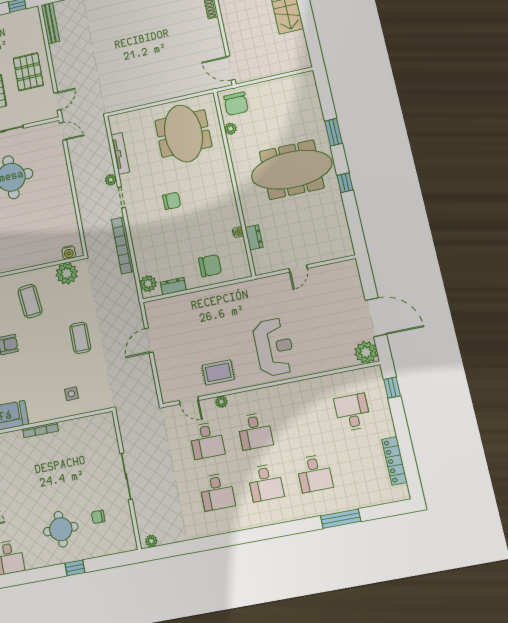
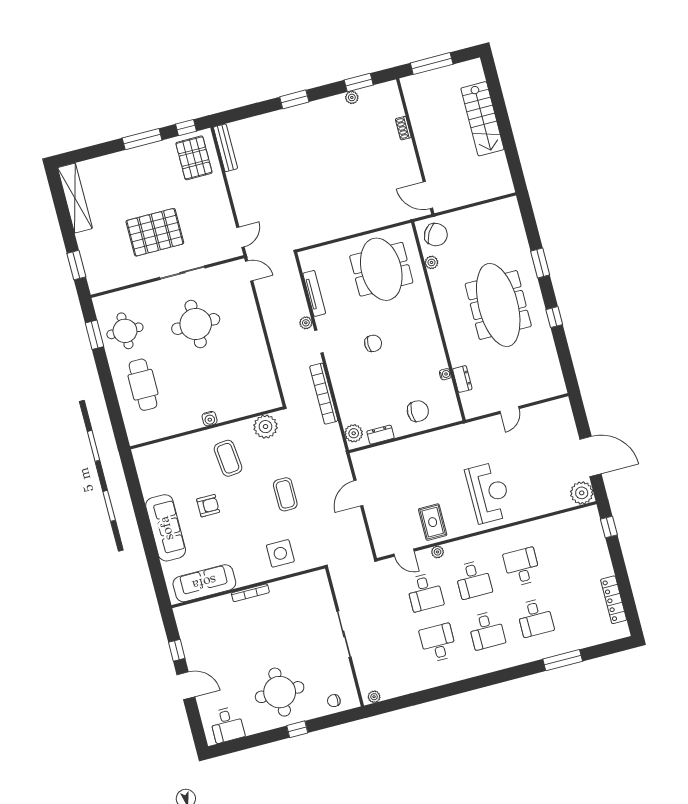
pallet: (28, 72) -> (194, 158), moved
chair: (236, 104) -> (436, 235), turned -59
meeting table: (292, 170) -> (498, 305), turned 90
water cooler: (69, 253) -> (210, 419), moved
rug: (218, 372) -> (433, 522), turned 90
side table: (71, 394) -> (280, 553), width x1.87, depth x1.87
desk: (352, 412) -> (522, 567), moved
desk: (217, 492) -> (438, 643), turned 180
chair: (98, 517) -> (334, 701), moved
round table: (61, 529) -> (280, 692), width x1.36, depth x1.36

